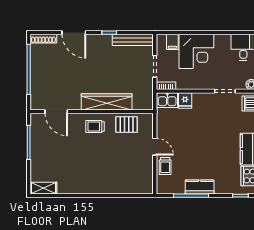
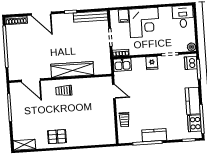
fridge: (185, 101) -> (152, 63), moved
pallet: (127, 124) -> (57, 137), moved
door: (155, 147) -> (114, 91), moved

